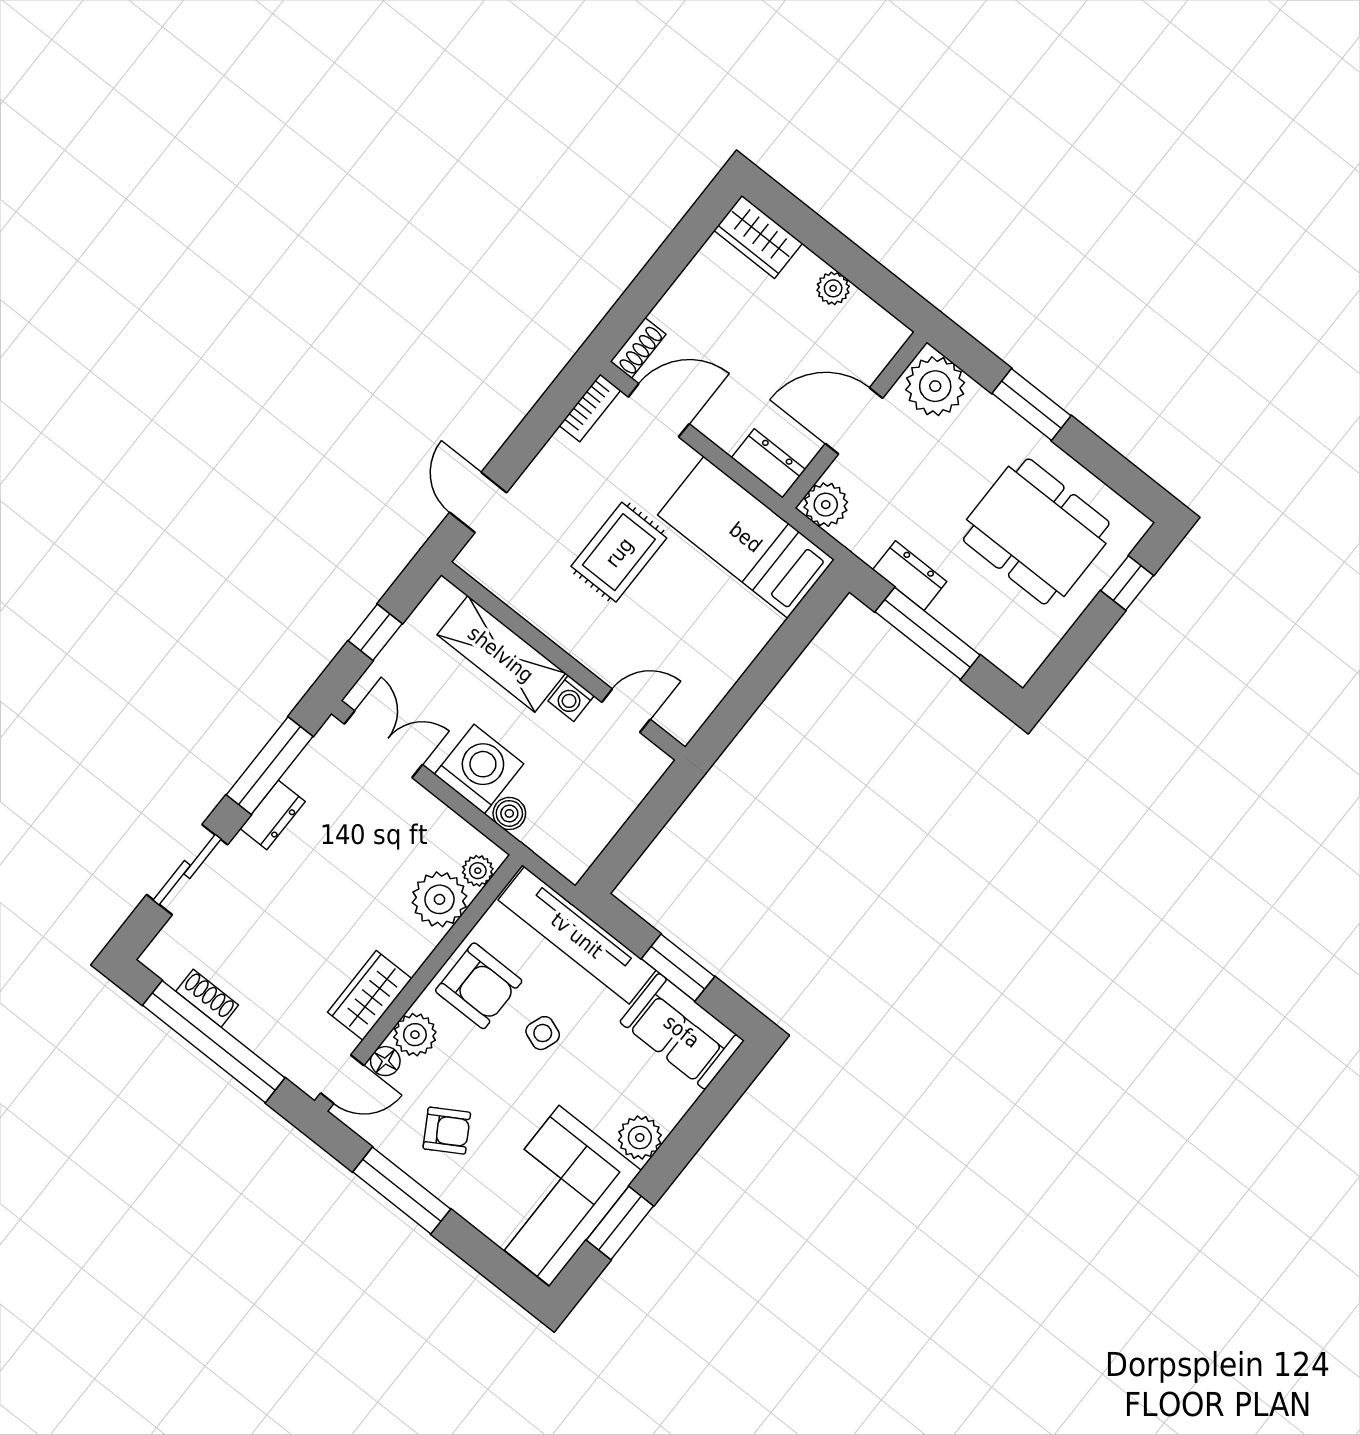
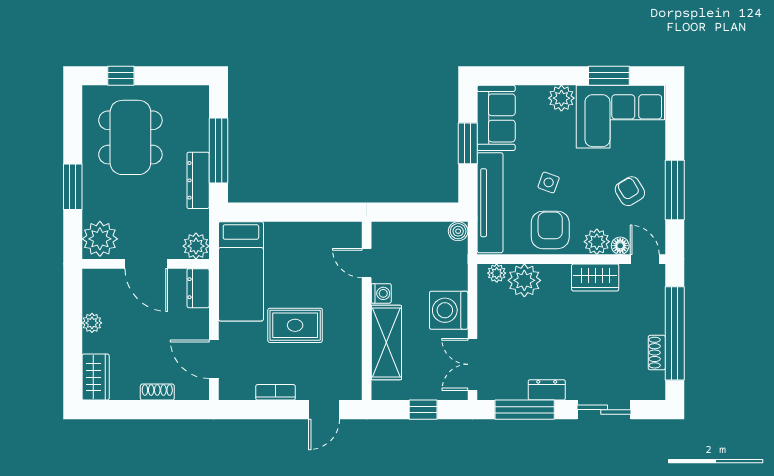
shoe rack: (638, 348) -> (157, 392), moved
bookcase: (590, 408) -> (276, 392), moved
dresser: (910, 576) -> (198, 180), width x1.44
boiler: (509, 813) -> (458, 231), moved

